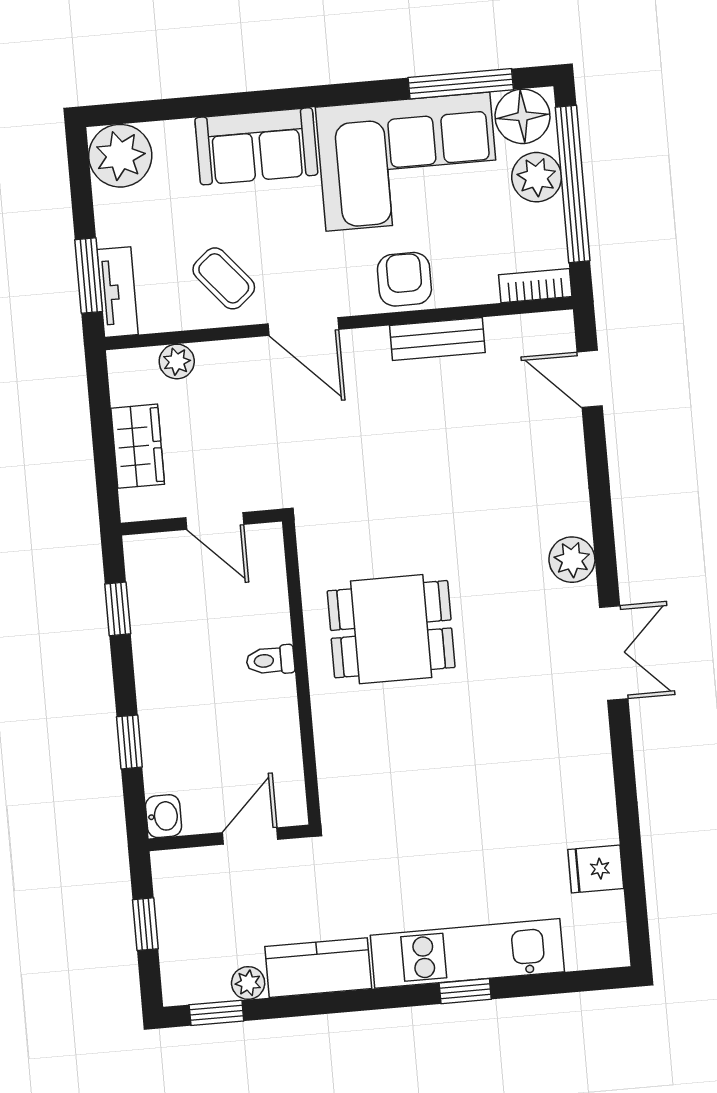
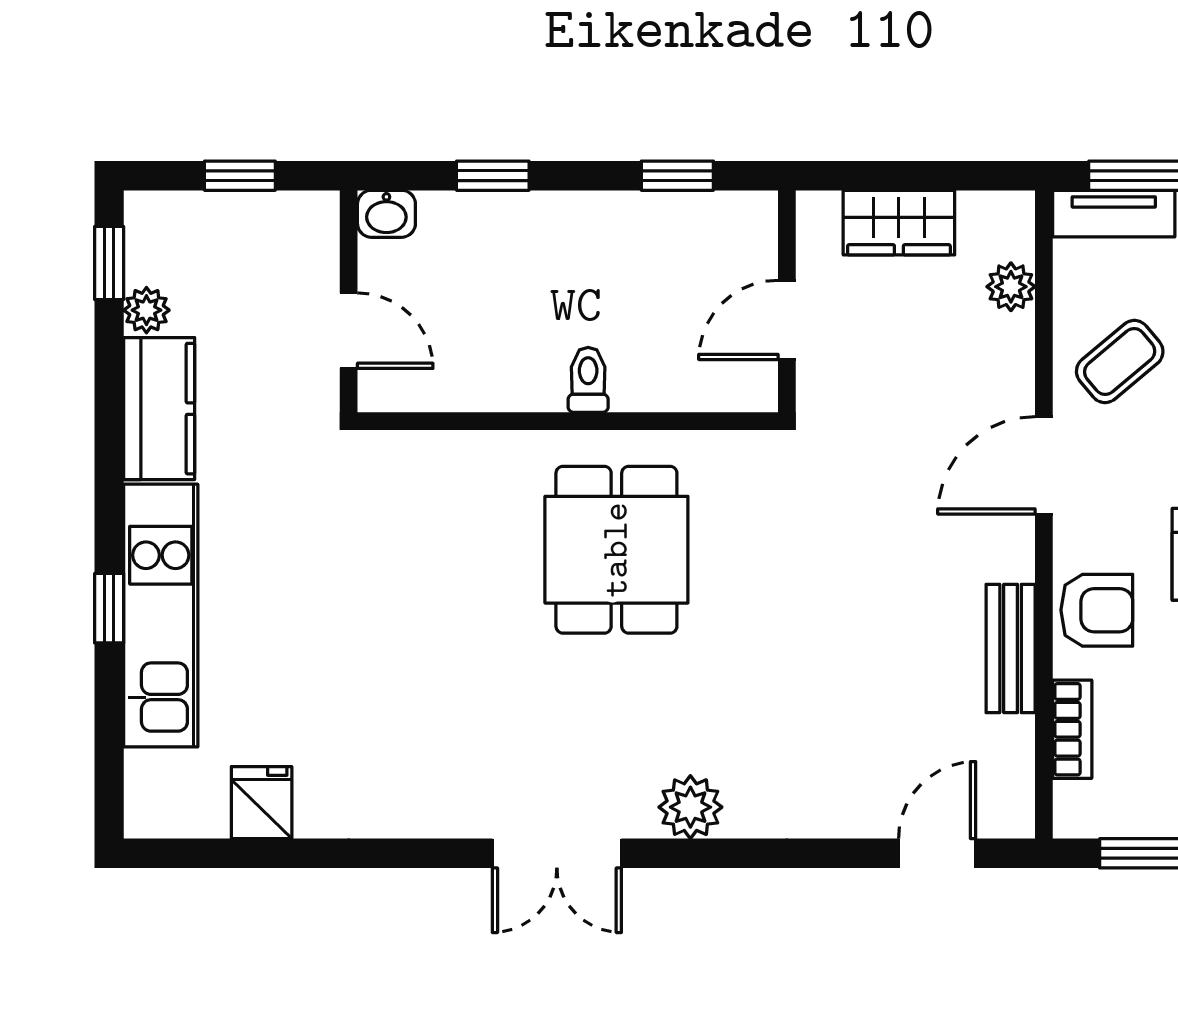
bookcase: (535, 286) -> (1072, 729), moved

